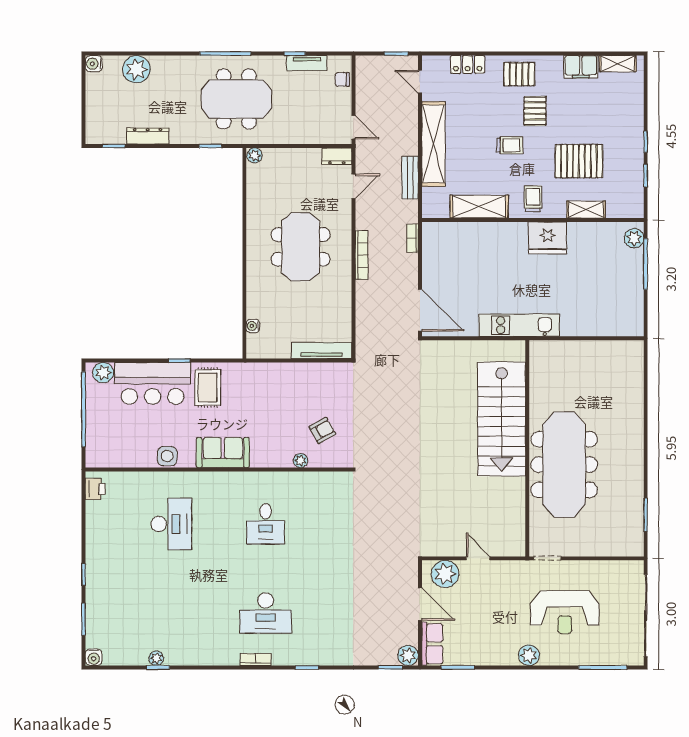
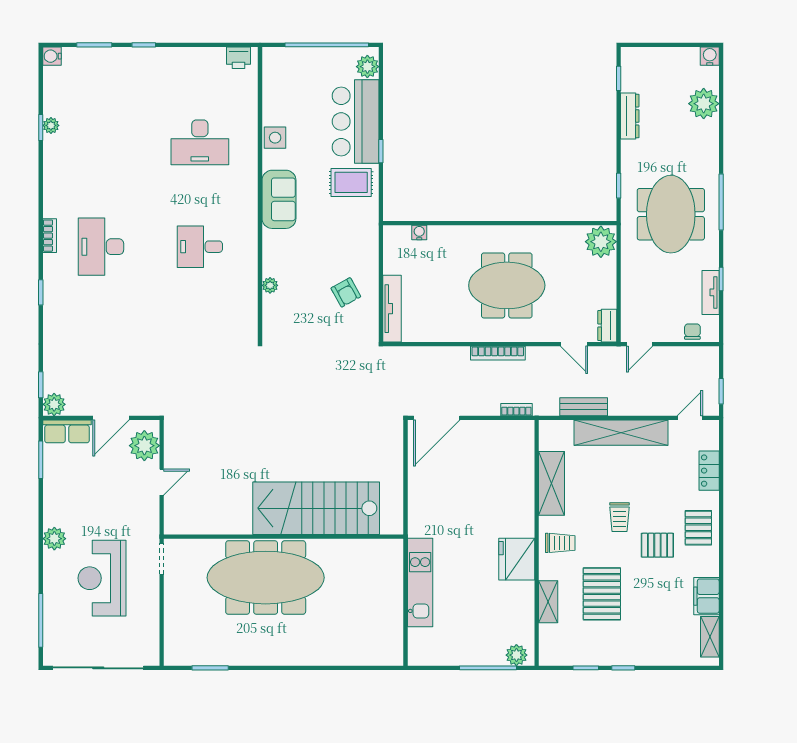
plant: (254, 155) -> (601, 242), width x1.87, depth x1.87
kitchen unit: (519, 325) -> (420, 583), moved
armchair: (322, 430) -> (346, 292), moved

